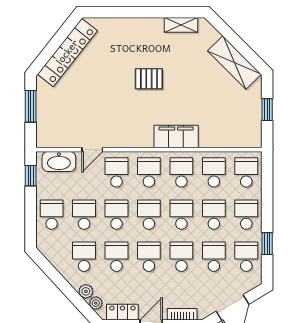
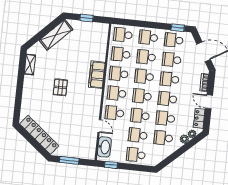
window: (267, 244) -> (178, 28), moved

